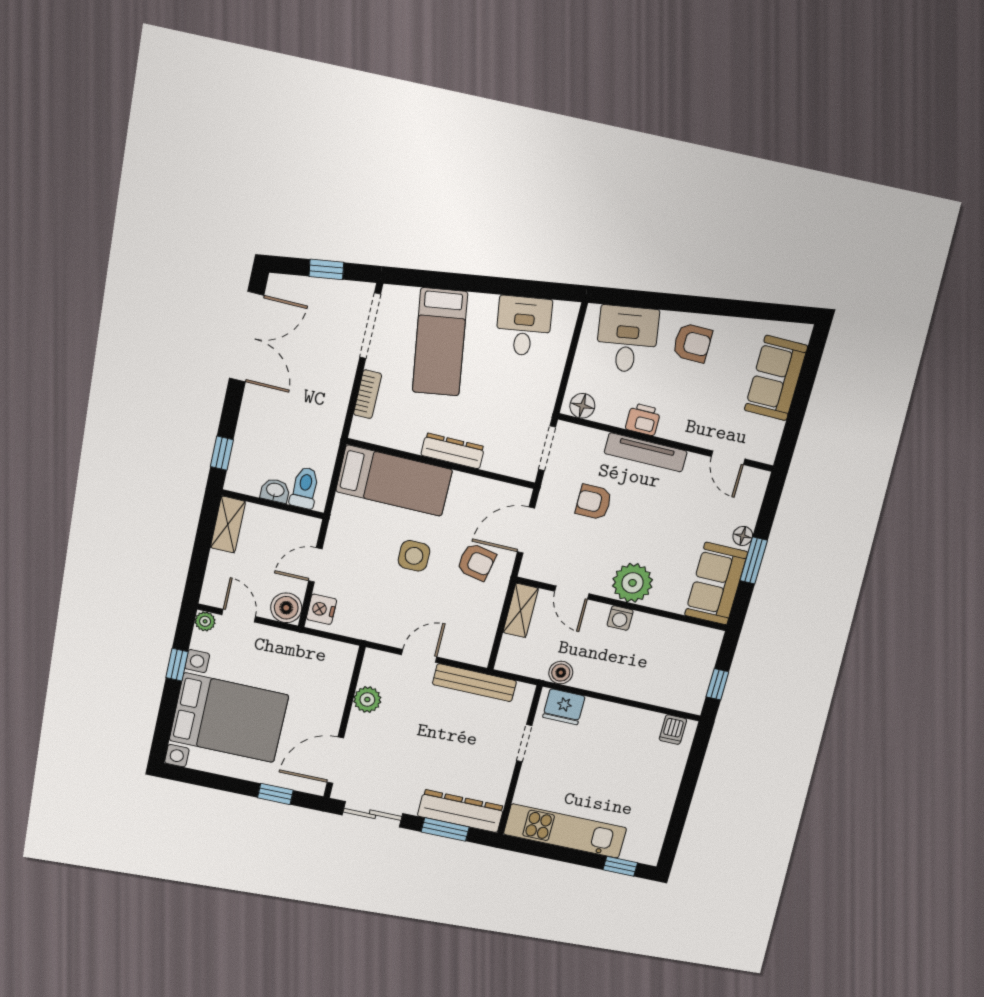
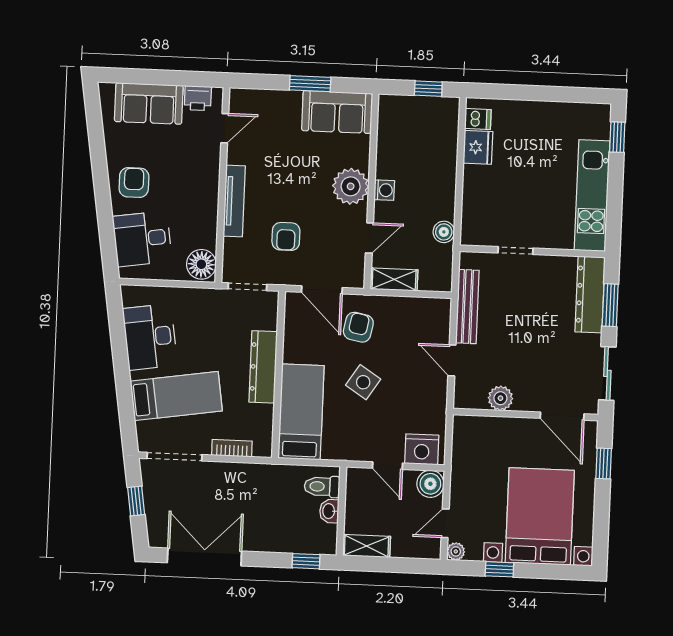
desk: (524, 326) -> (150, 337), width x1.37
floor lamp: (582, 406) -> (201, 264), width x1.38, depth x1.38
printer: (643, 419) -> (198, 98), moved, turned -90
dresser: (453, 451) -> (263, 367), width x1.37, depth x1.24
floor lamp: (743, 536) -> (290, 99), removed
side table: (414, 556) -> (363, 382), turned 33
nightstand: (322, 609) -> (422, 449), width x1.36, depth x1.33
fridge: (564, 707) -> (478, 147), moved

